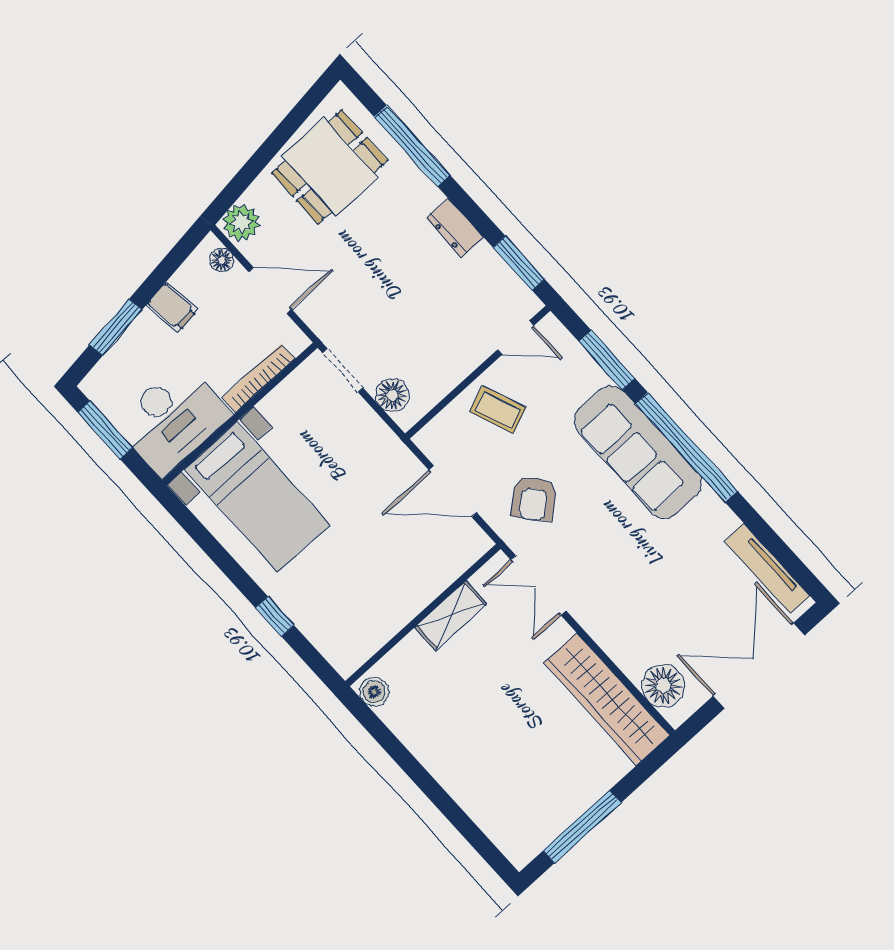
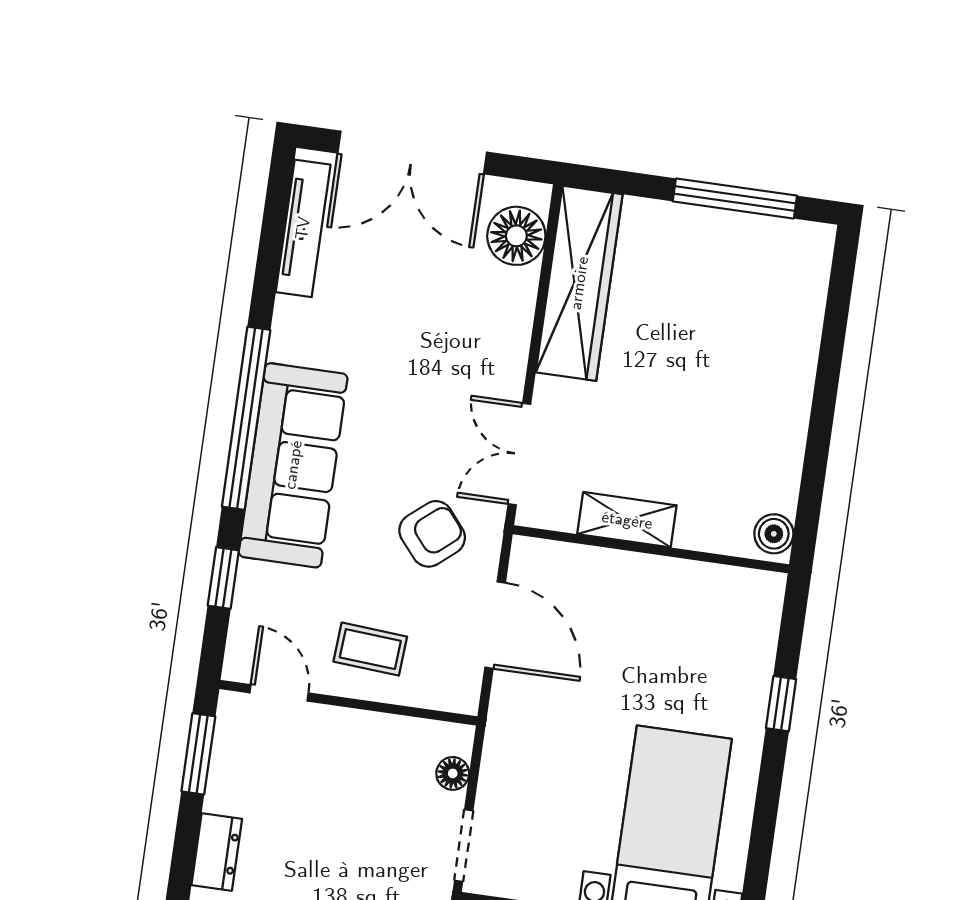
window: (607, 360) -> (223, 578), width x0.67
floor lamp: (392, 395) -> (453, 773), width x0.73, depth x0.73
coffee table: (498, 410) -> (370, 649), turned -65
double door: (538, 585) -> (519, 454), swing flipped

